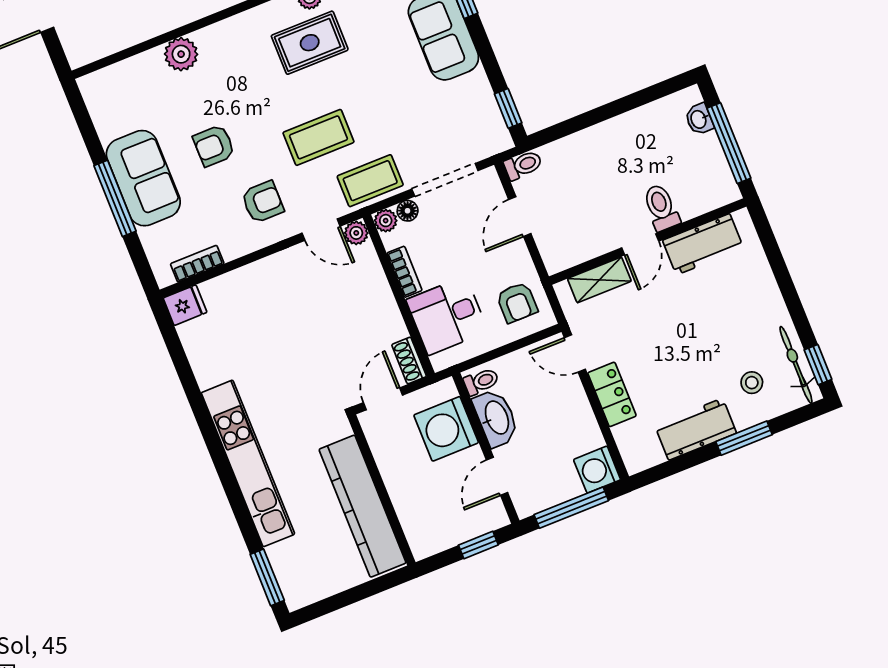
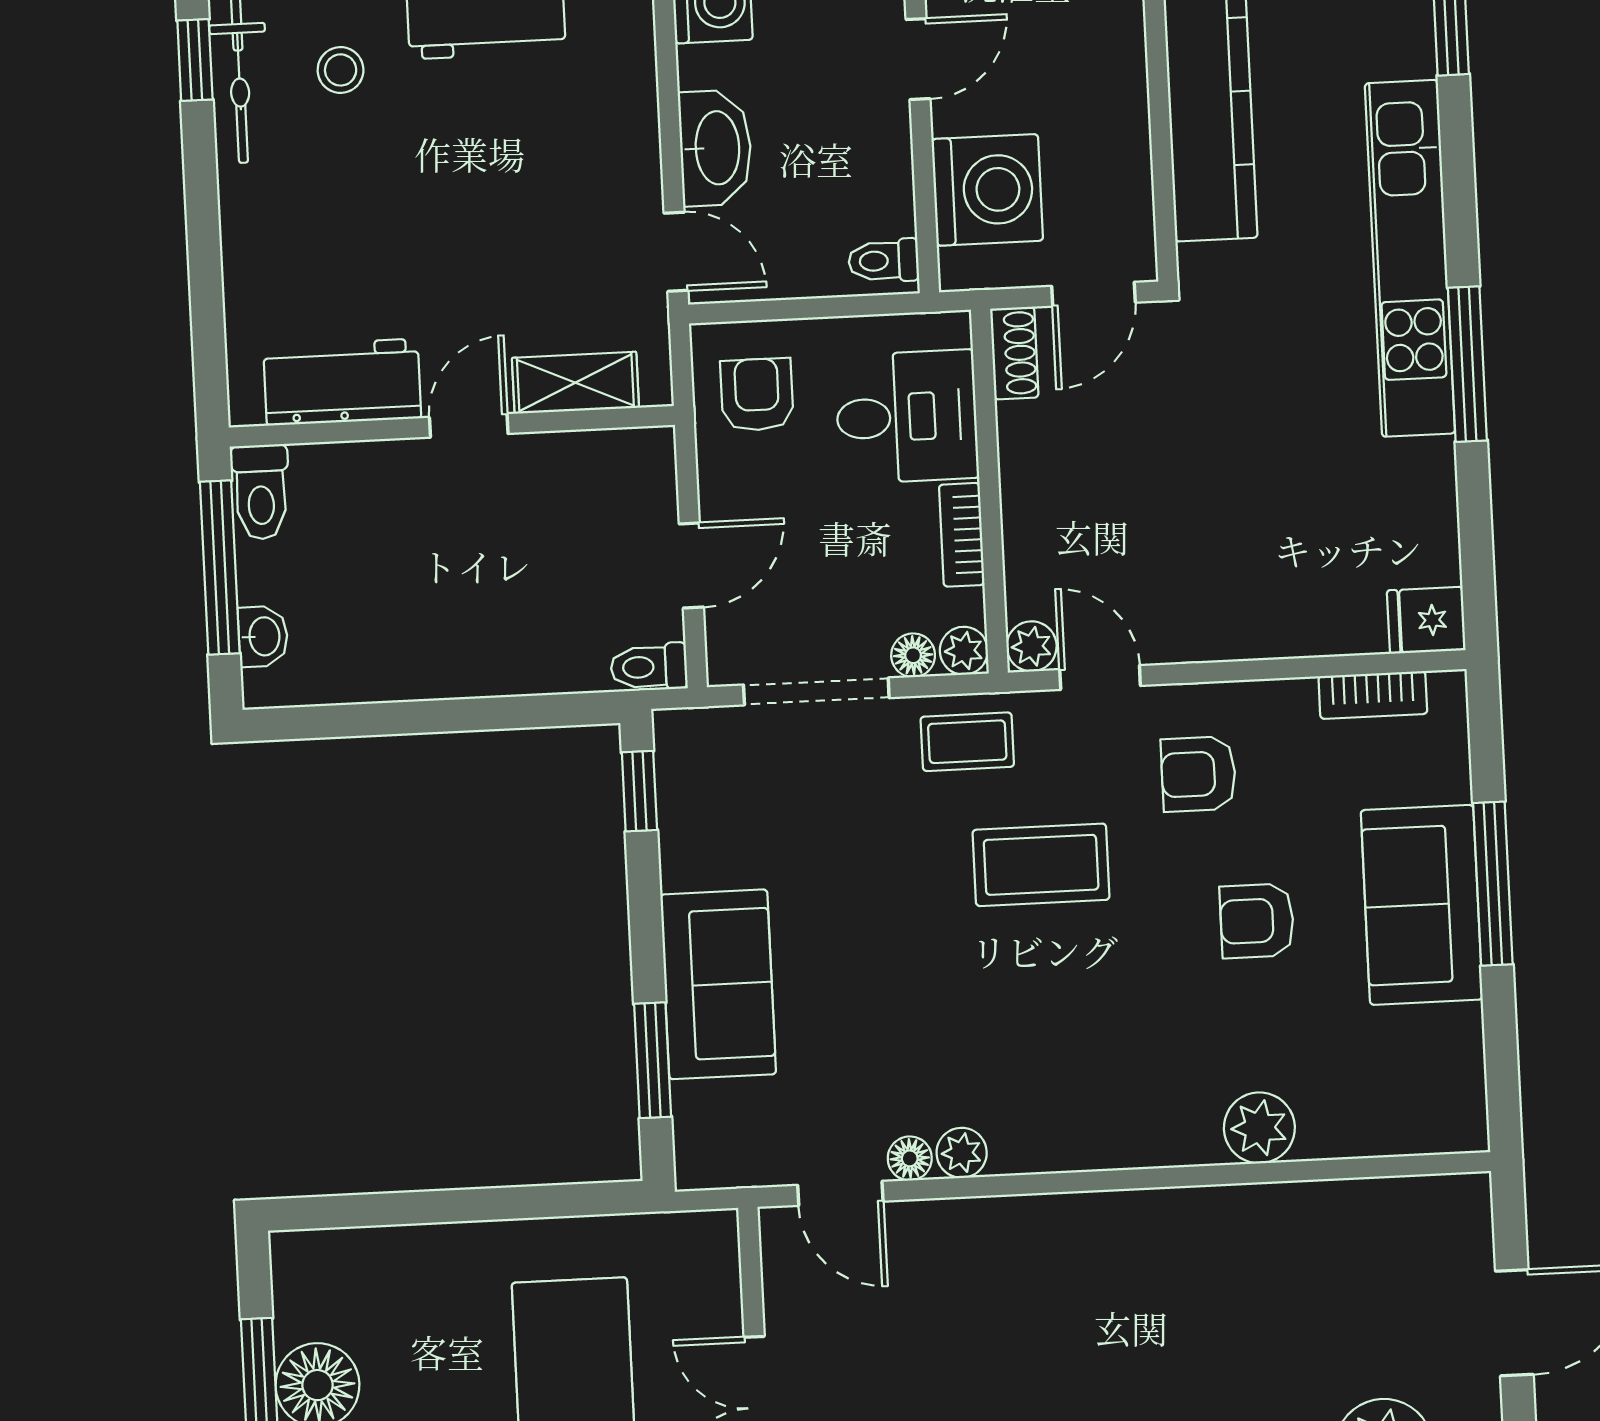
rug: (310, 43) -> (993, 1061), removed
armchair: (214, 146) -> (1257, 921), turned 180
coffee table: (370, 181) -> (967, 742), width x0.73, depth x0.77
toilet: (661, 208) -> (261, 492), moved
locker: (612, 394) -> (630, 144), removed
washbasin: (496, 418) -> (715, 148), moved, turned 180
window: (206, 425) -> (1467, 364), added

